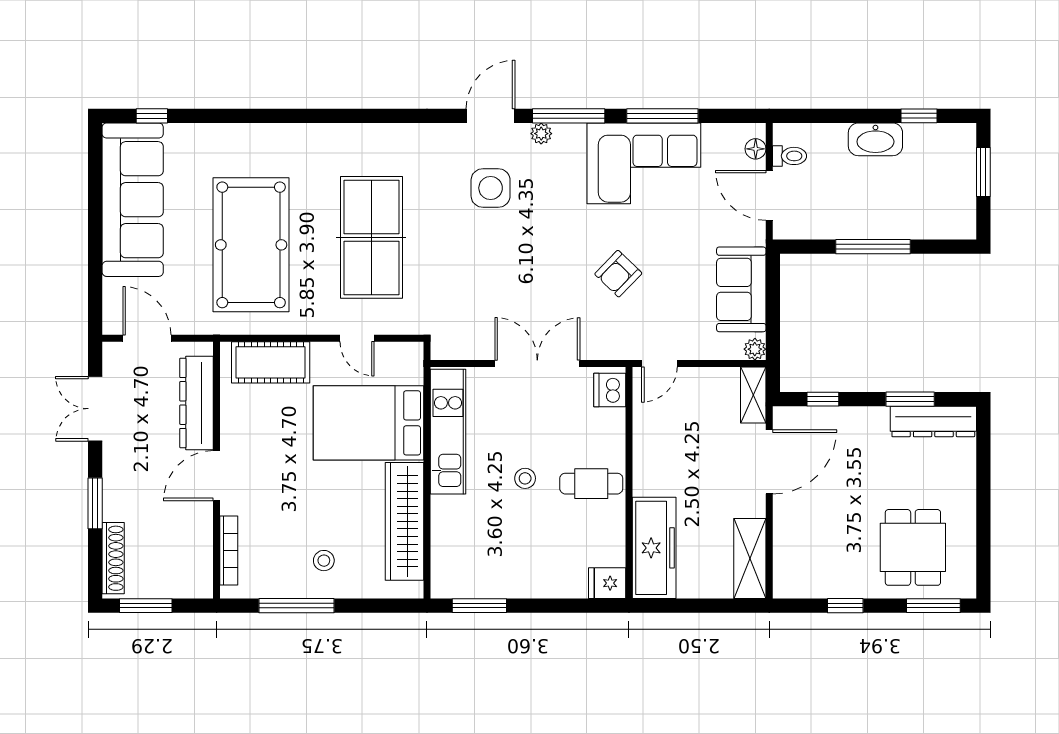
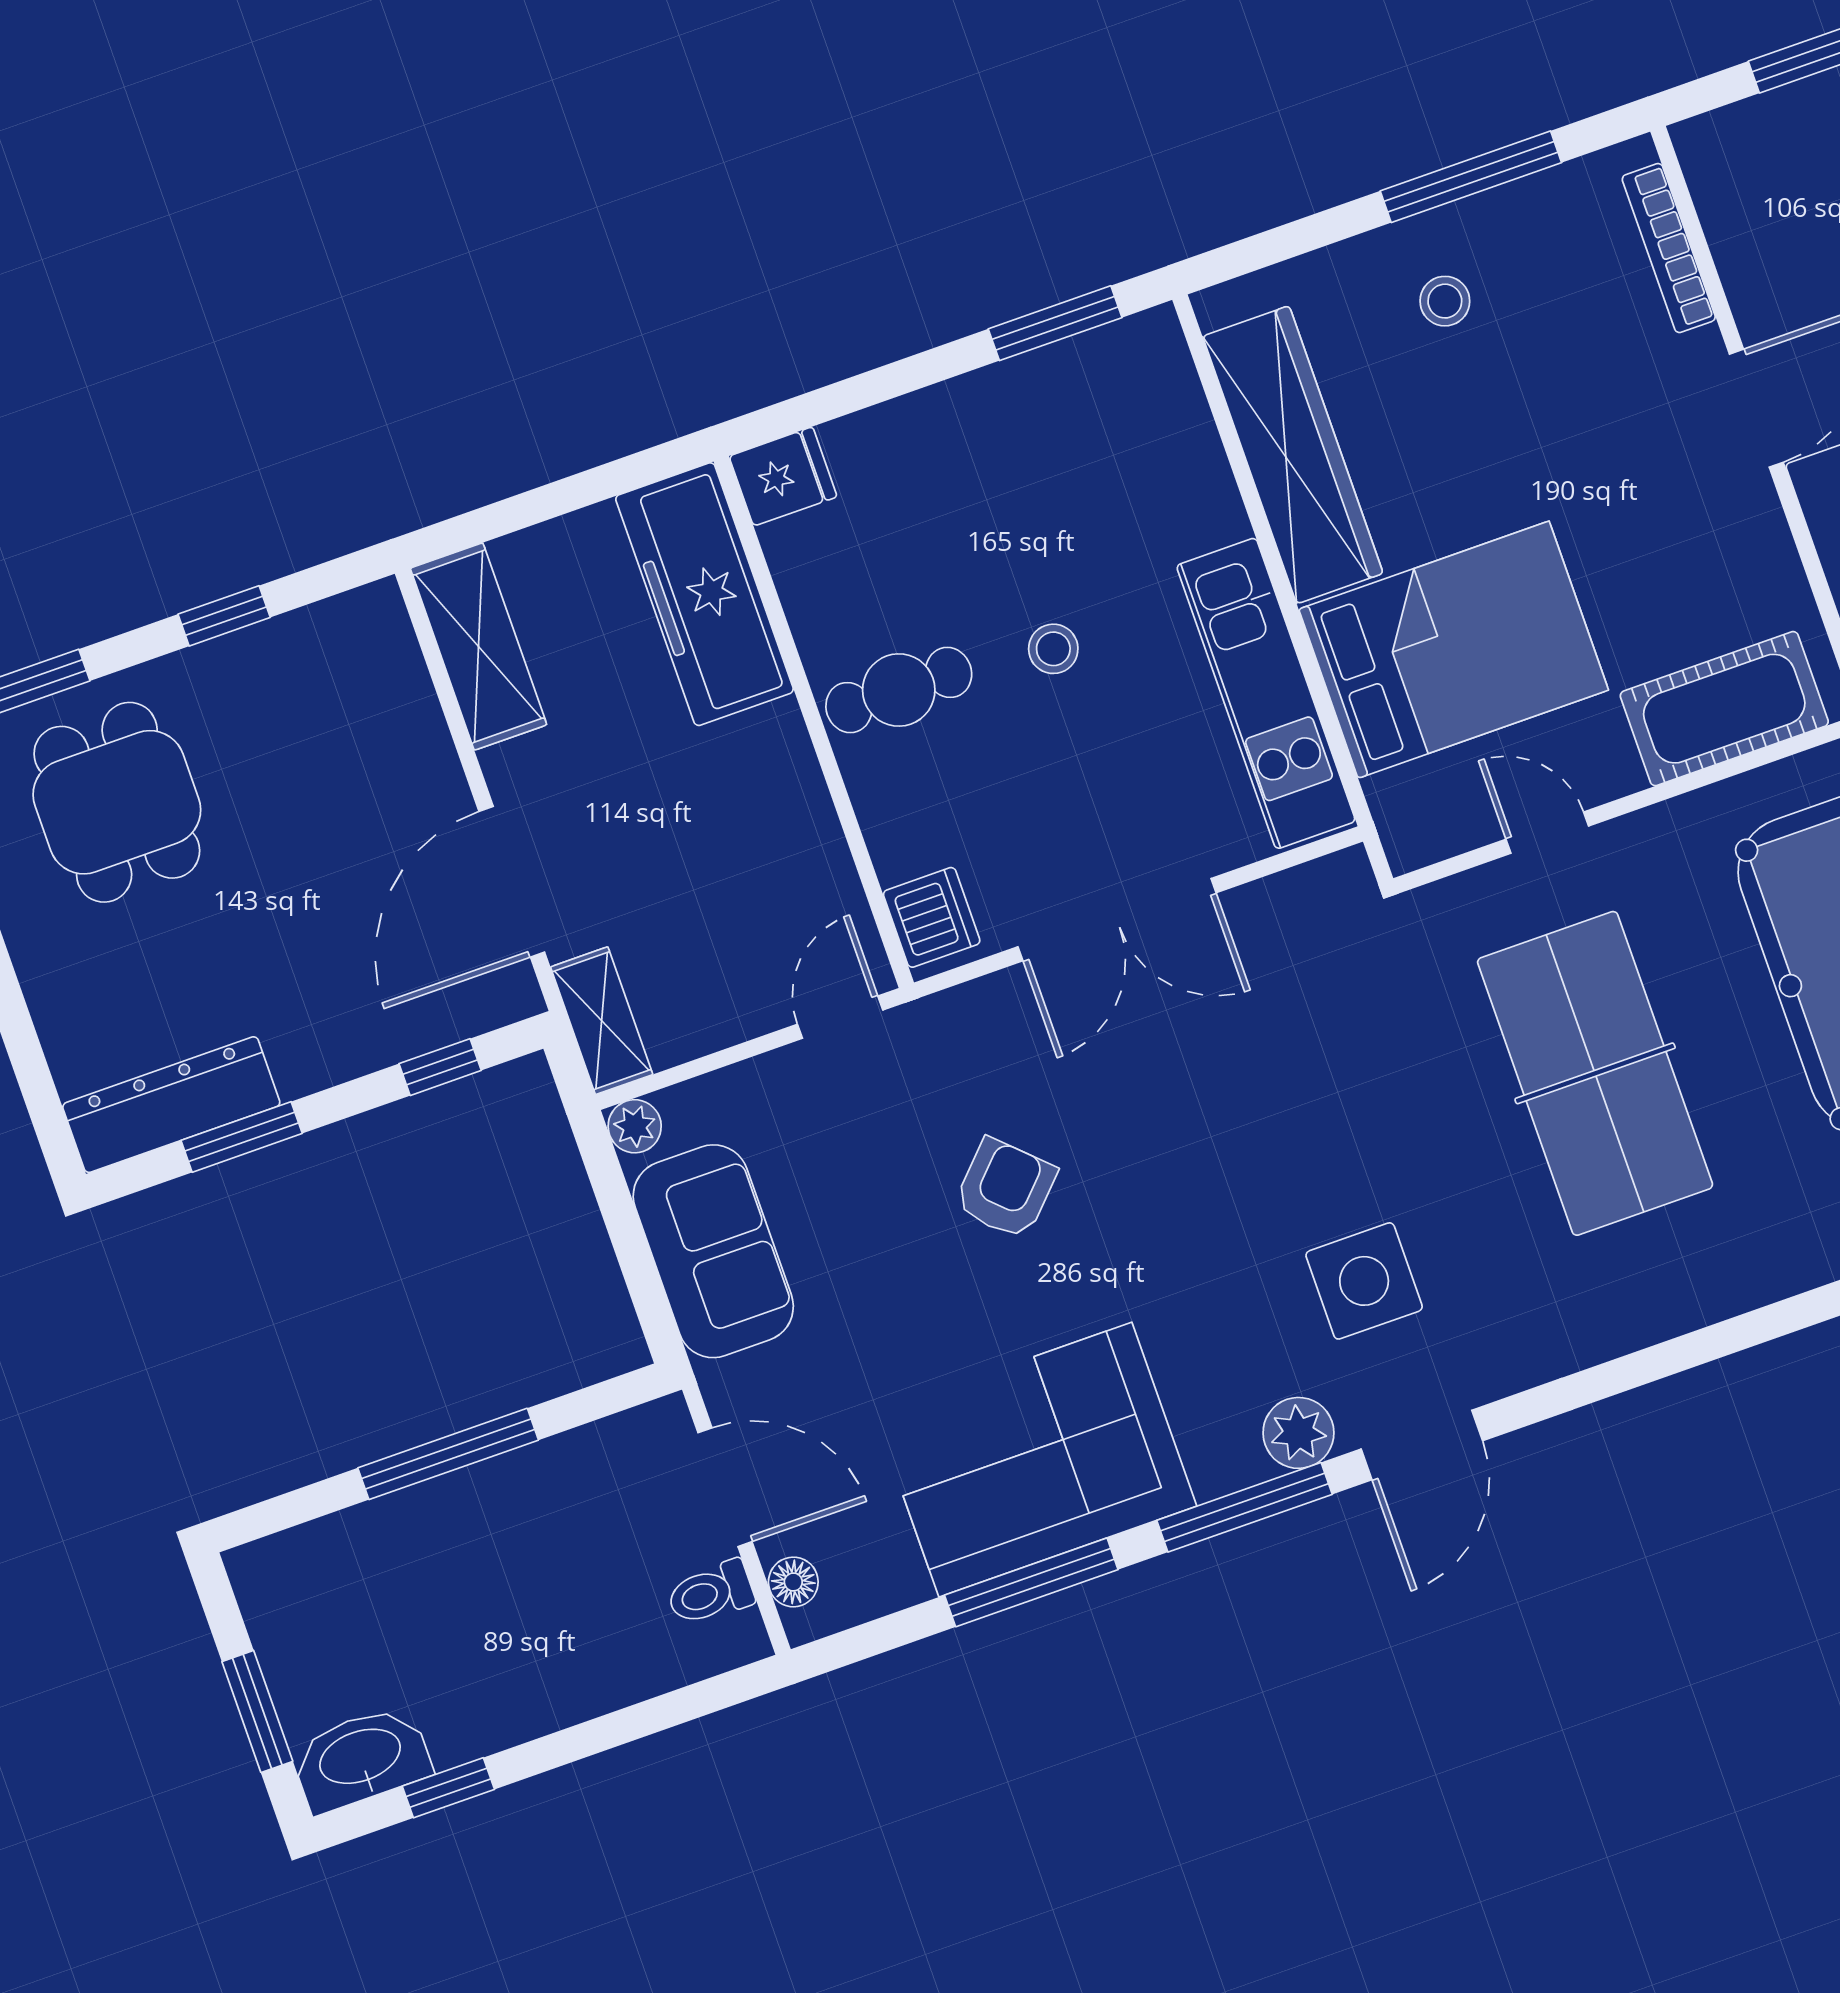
plant: (541, 134) -> (1298, 1433), width x1.38, depth x1.38
washbasin: (875, 139) -> (361, 1759), moved

